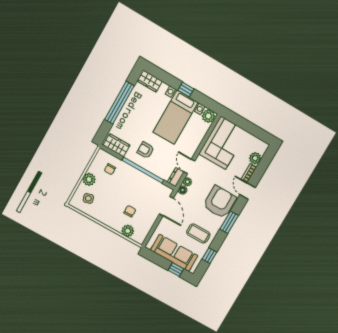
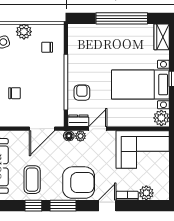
wardrobe: (117, 145) -> (76, 40), removed
armchair: (146, 150) -> (82, 93), moved
window: (209, 256) -> (33, 206), moved

